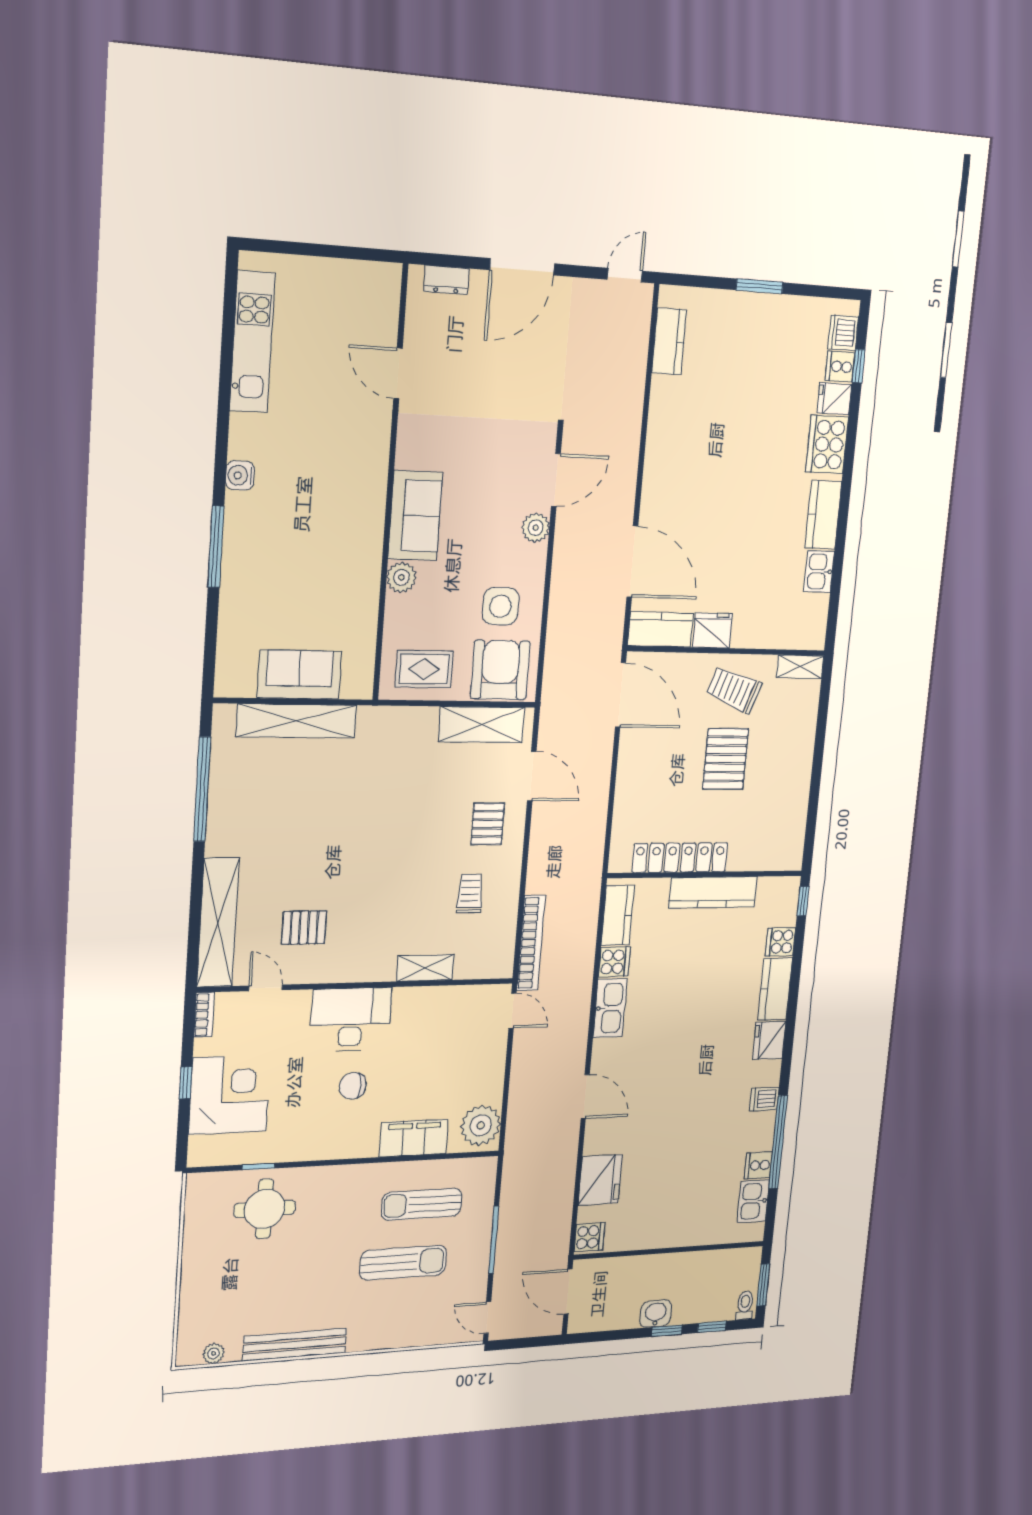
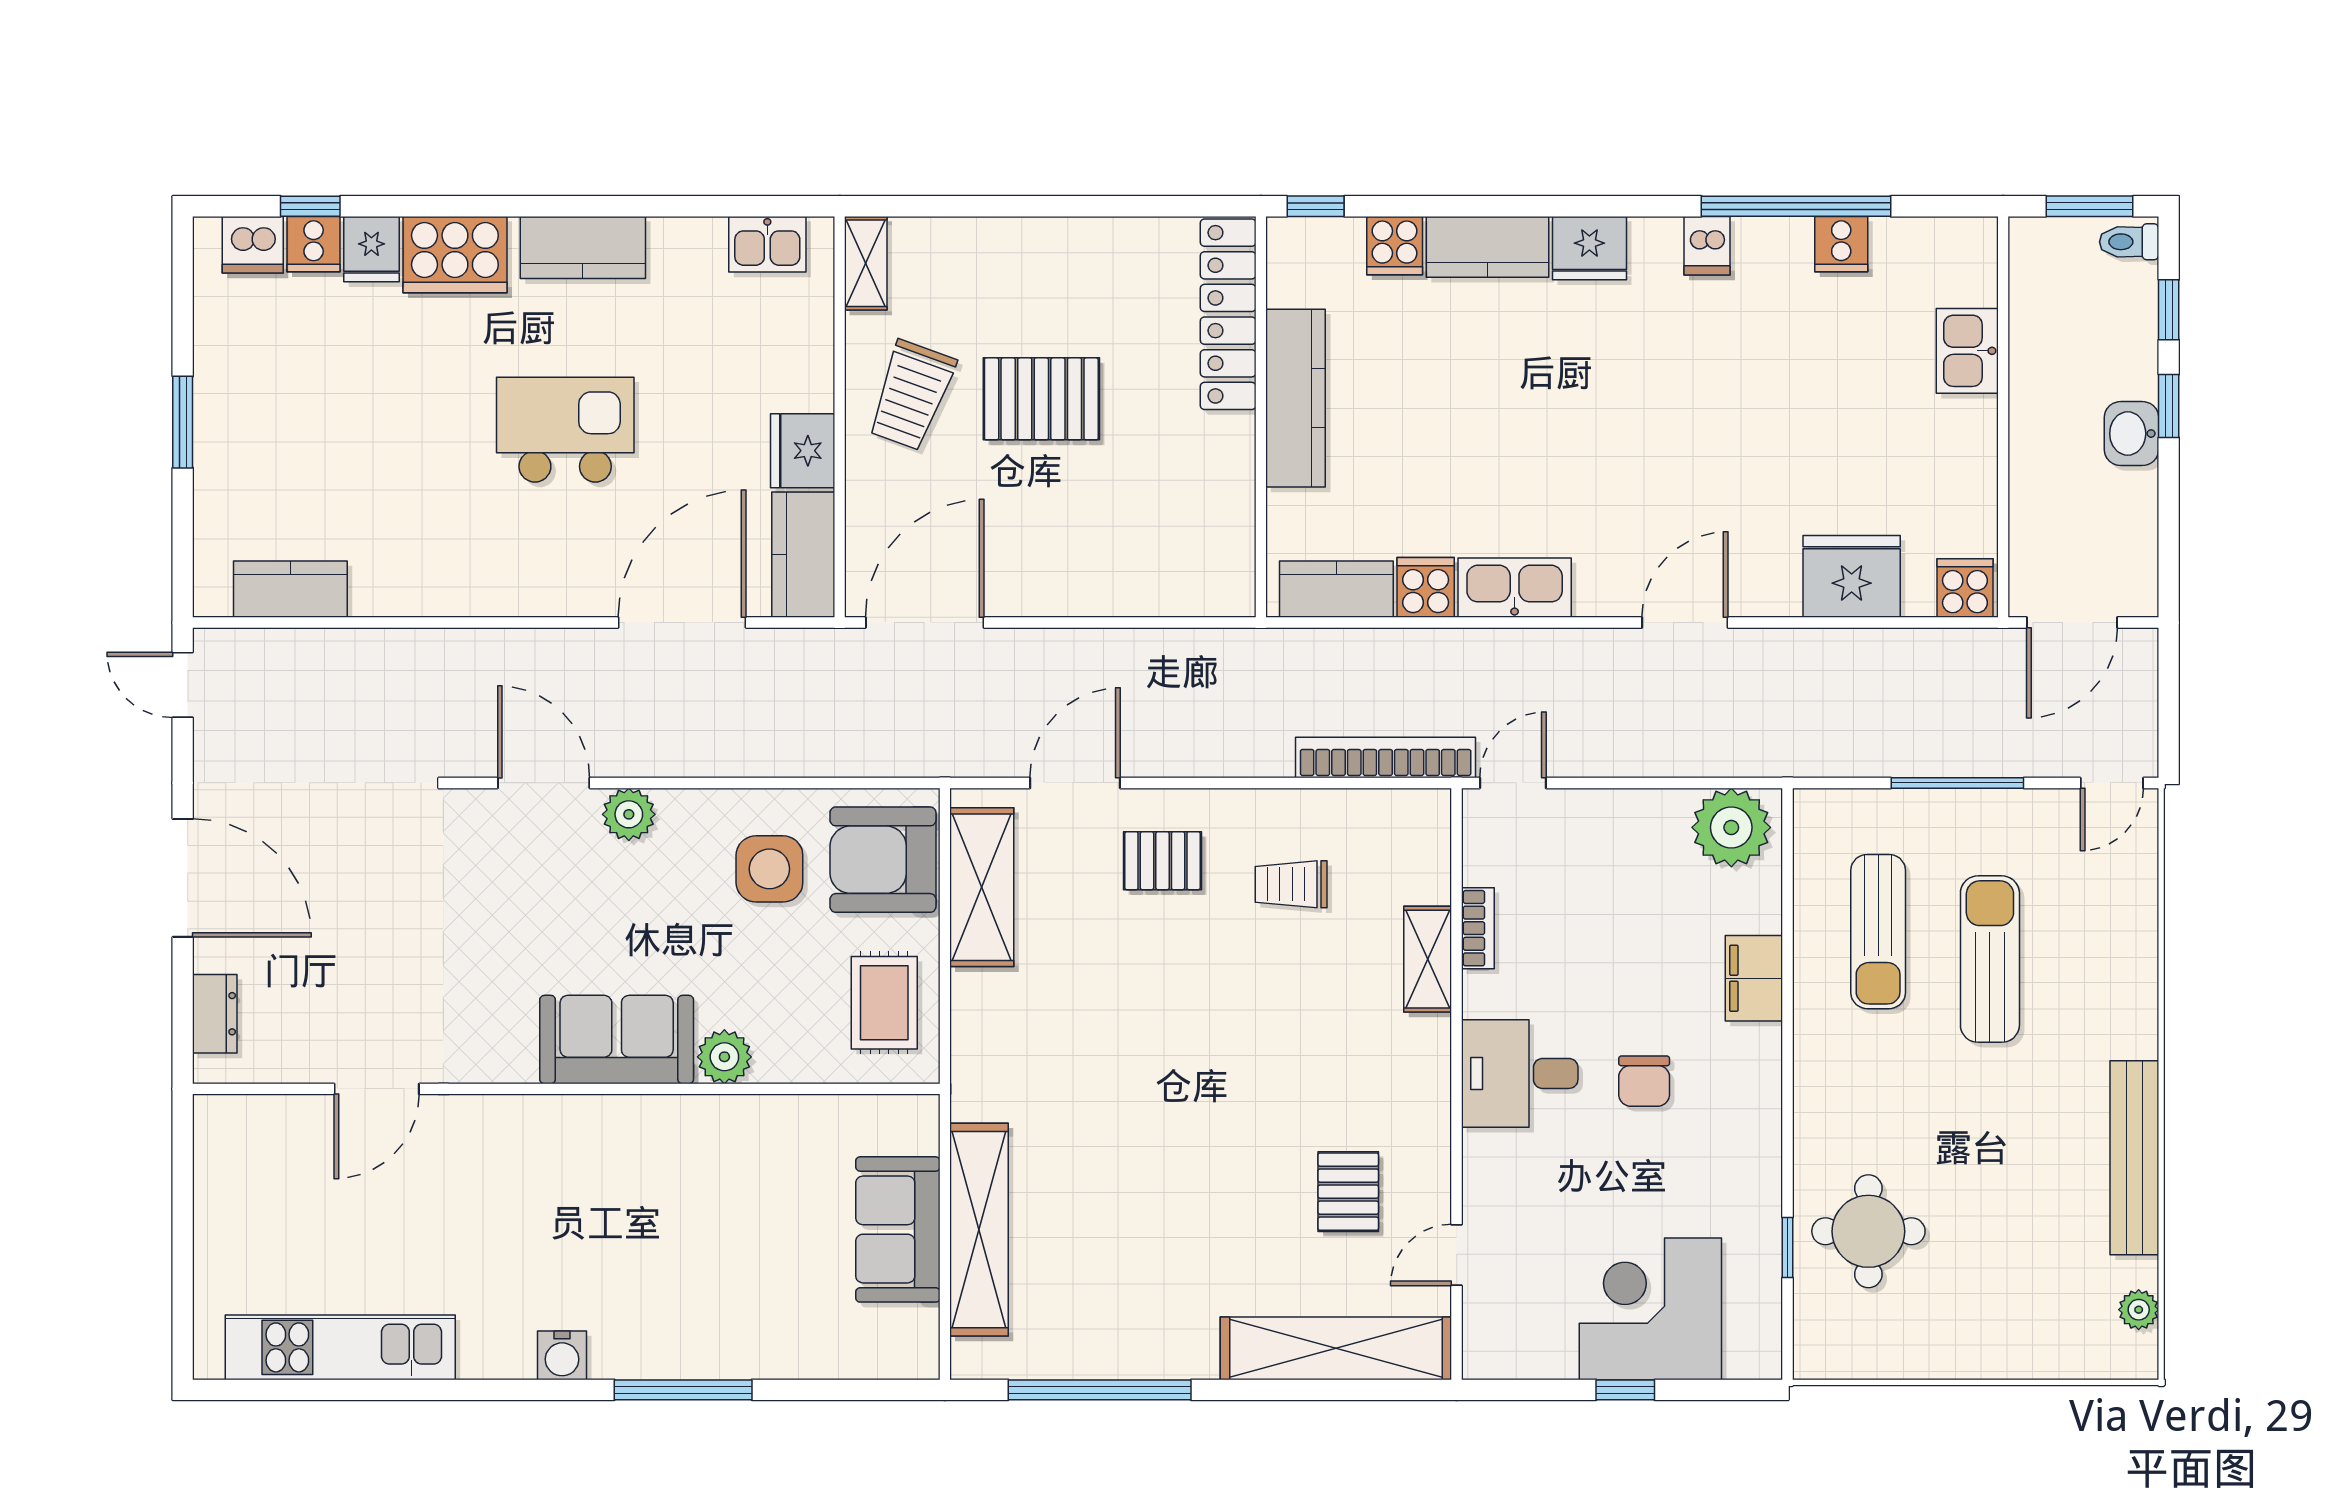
kitchen island: (735, 501) -> (565, 430), added
kitchen sink: (819, 571) -> (767, 244), moved
locker: (680, 858) -> (1228, 314), moved
bookcase: (204, 1015) -> (1478, 928), moved, turned 90
desk: (351, 1019) -> (1520, 1073), width x0.73
filing cabinet: (414, 1138) -> (1754, 978), width x0.67, depth x0.86
kitchen sink: (753, 1201) -> (1967, 351), moved, turned 90

